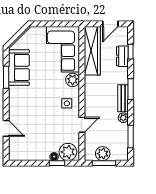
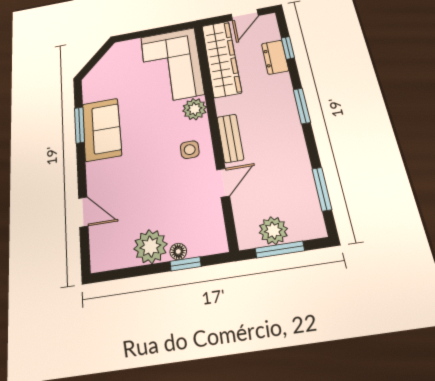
sofa: (19, 67) -> (102, 129), moved
bench: (123, 98) -> (230, 138), moved
plant: (123, 118) -> (299, 157), removed
plant: (68, 152) -> (150, 247), moved

